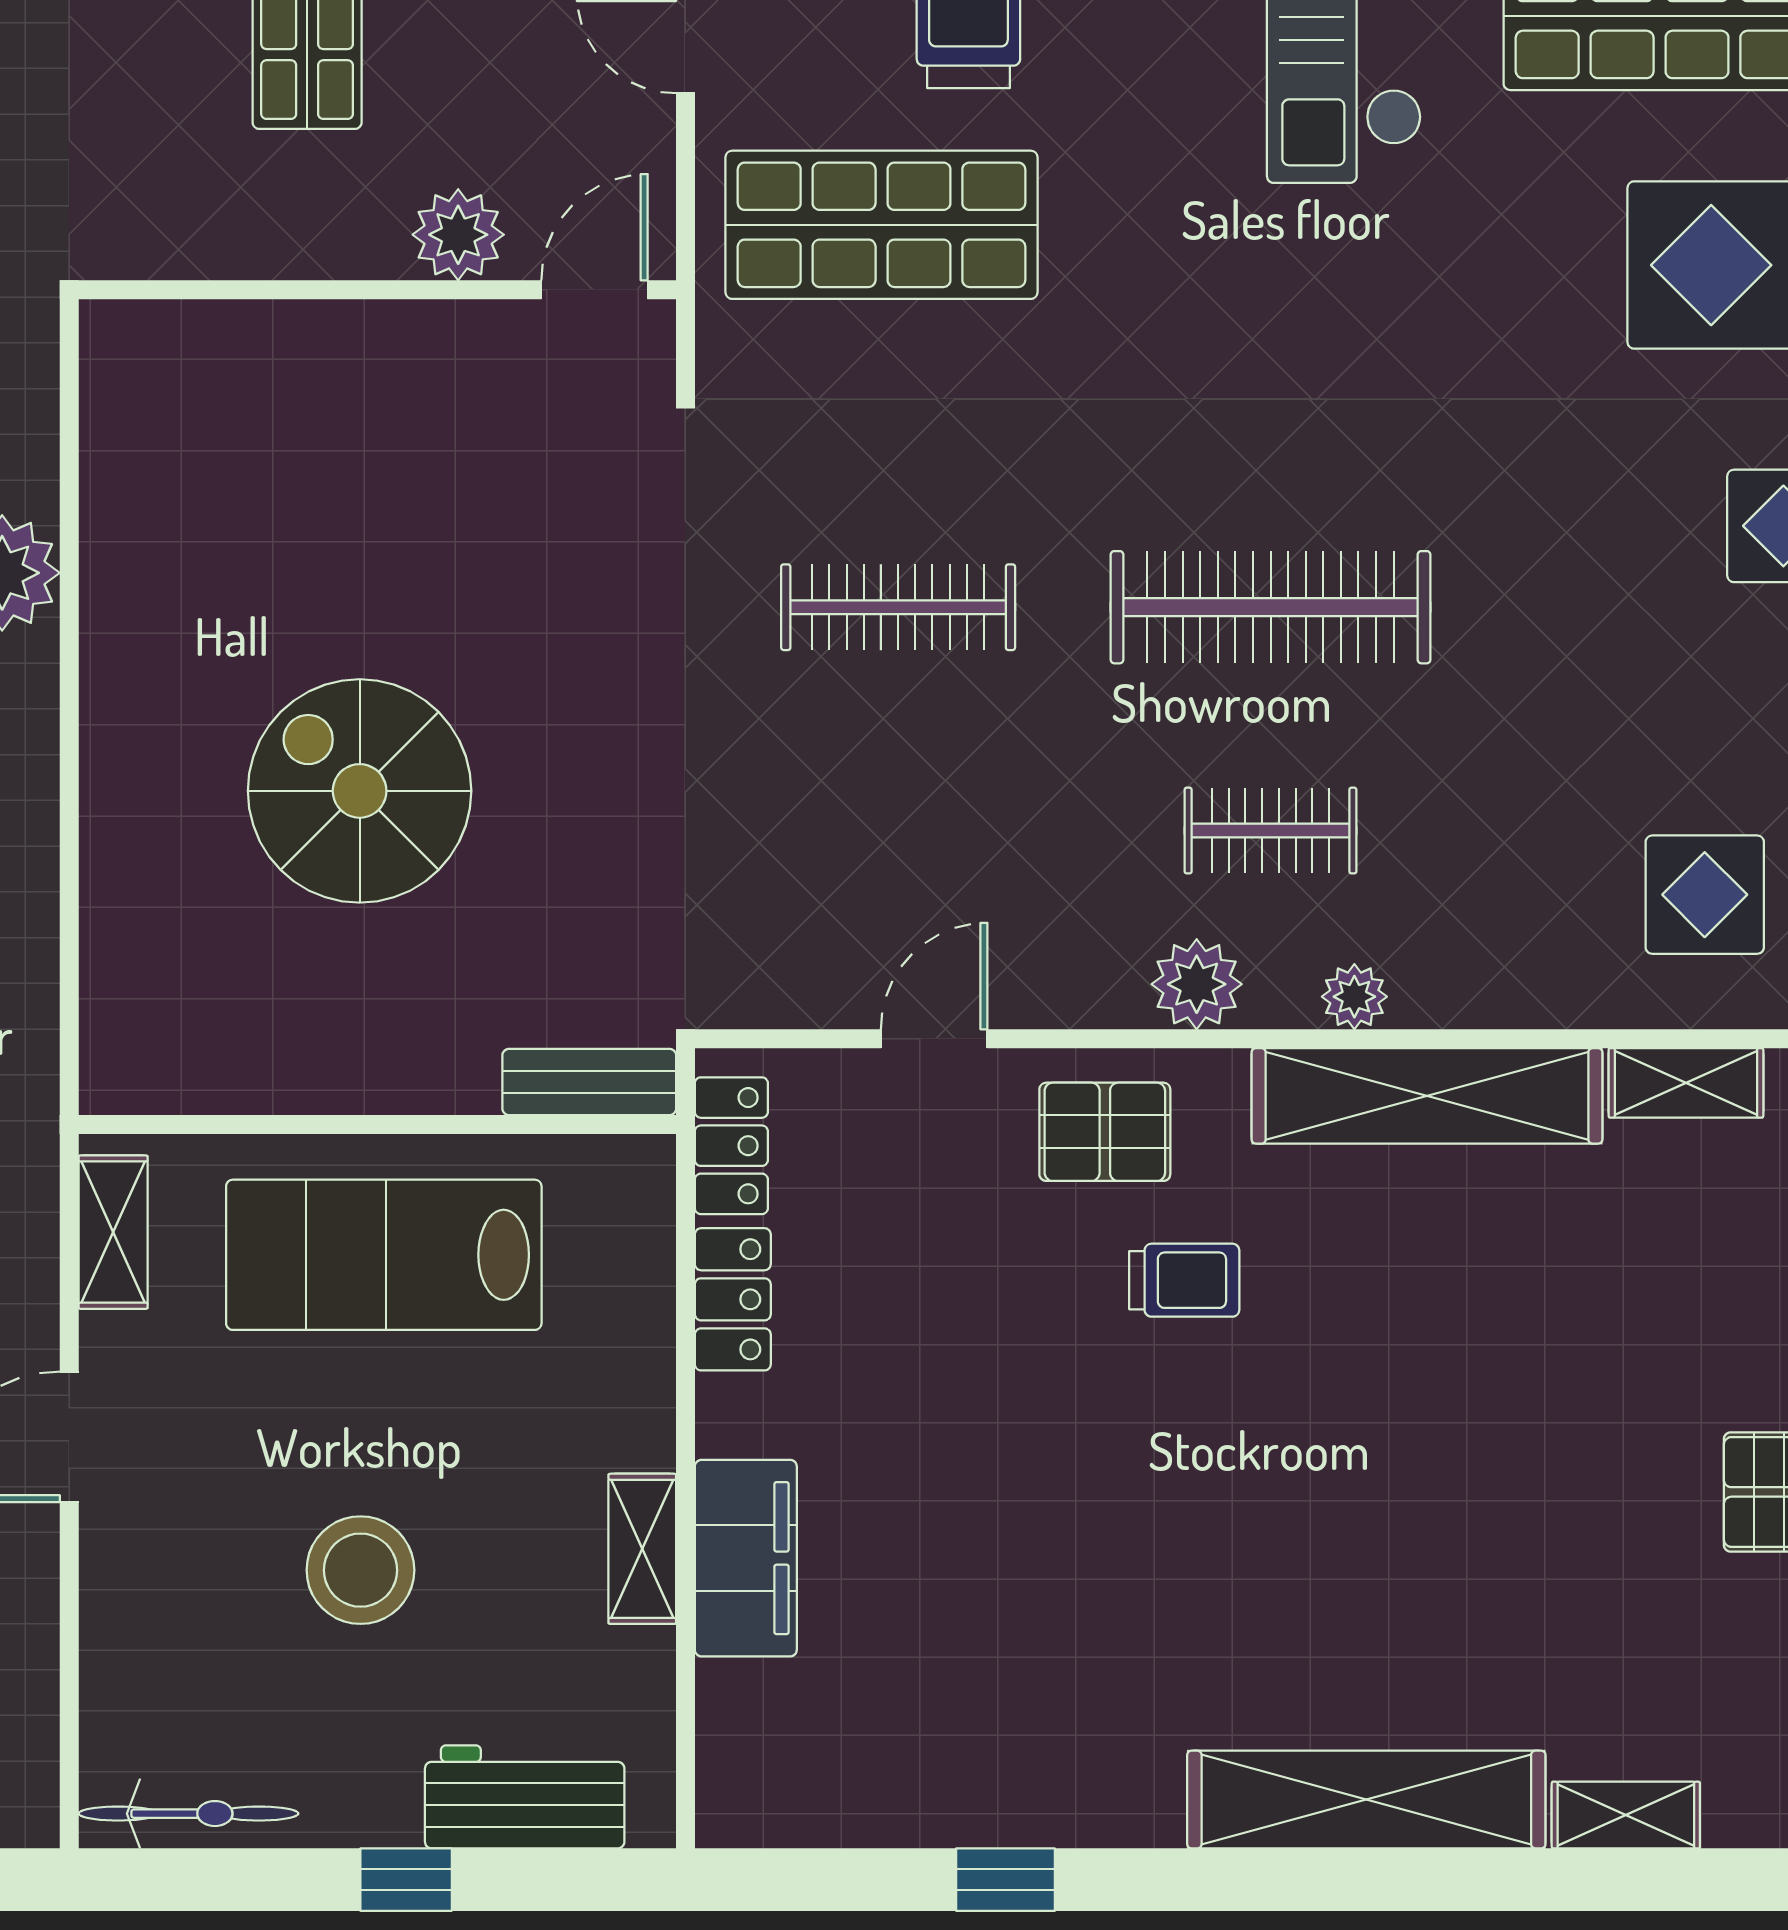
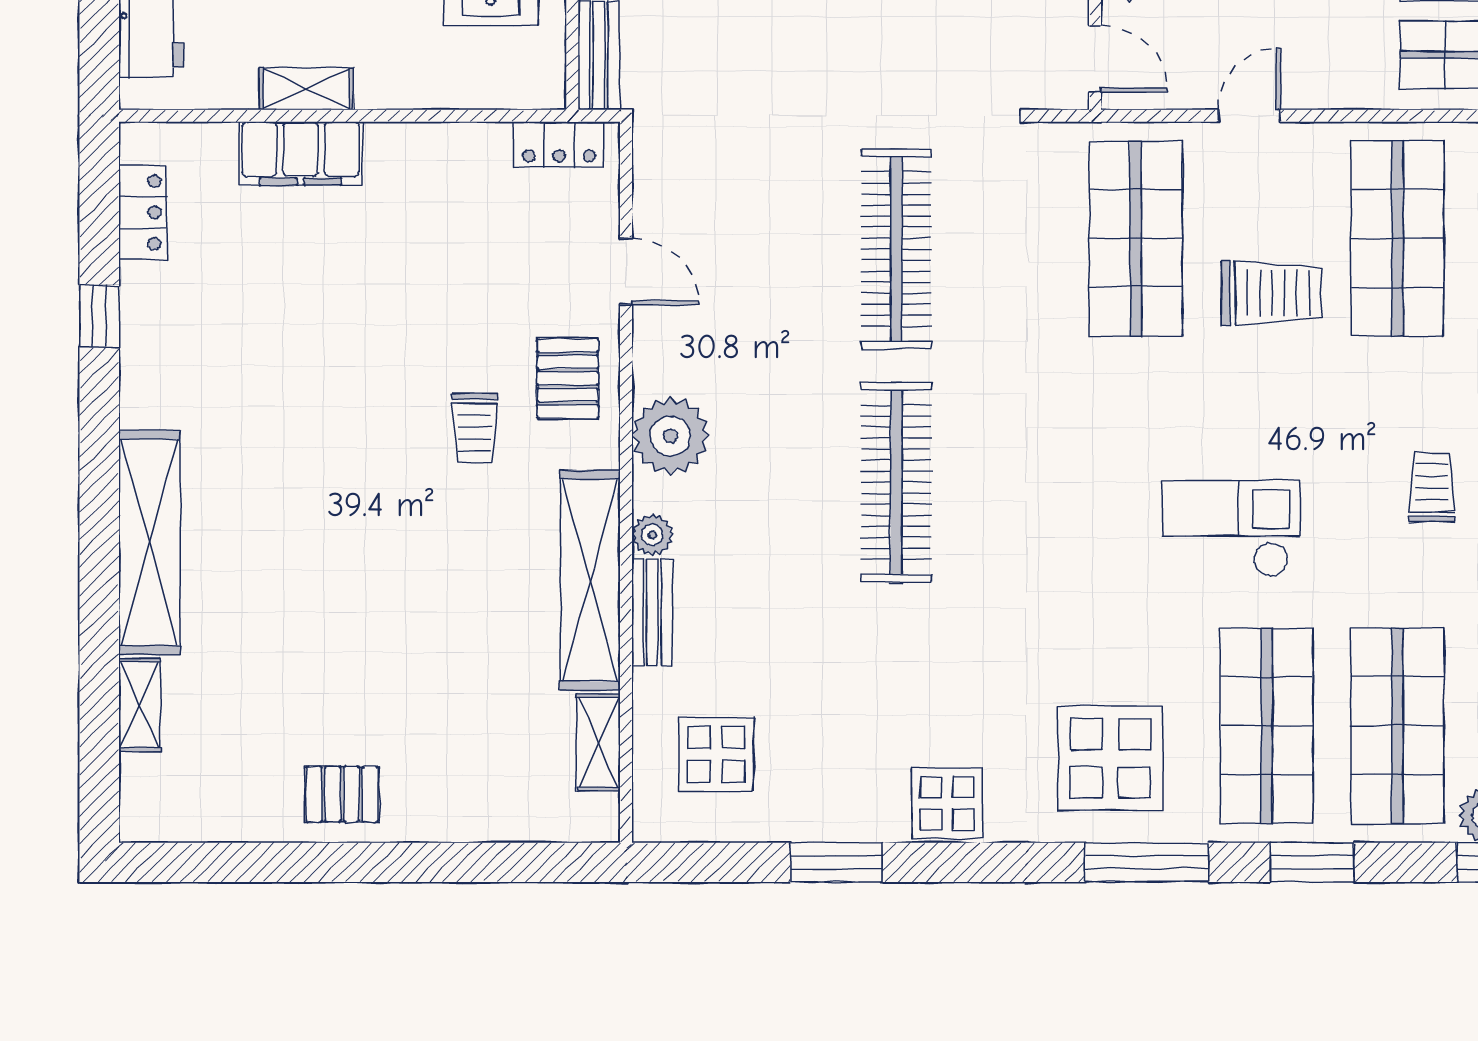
clothes rail: (898, 607) -> (896, 249), width x1.37, depth x1.31
clothes rail: (1271, 831) -> (756, 482), removed
plant: (1197, 984) -> (670, 436), width x1.36, depth x1.36
bench: (1479, 997) -> (652, 613), added
locker: (733, 1299) -> (143, 212), moved, turned -90

